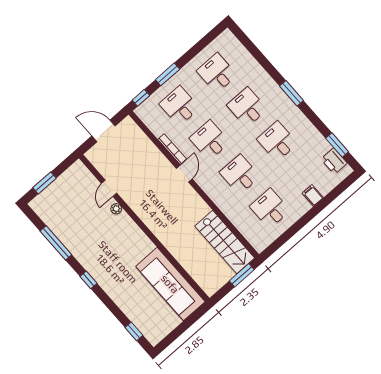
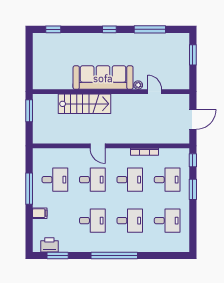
window: (291, 93) -> (114, 255), width x2.11
door: (184, 174) -> (98, 146), moved
window: (299, 225) -> (29, 189), added
stairs: (225, 242) -> (85, 104), moved, turned 180
window: (242, 275) -> (29, 111), moved
sofa: (170, 284) -> (103, 78), moved

